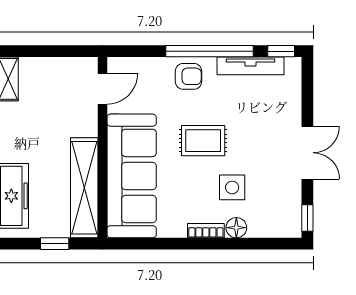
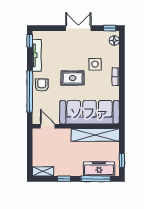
window: (209, 51) -> (30, 91), moved
rug: (203, 141) -> (73, 78), turned 90
floor lamp: (236, 228) -> (114, 41), moved
window: (55, 244) -> (122, 160), moved

